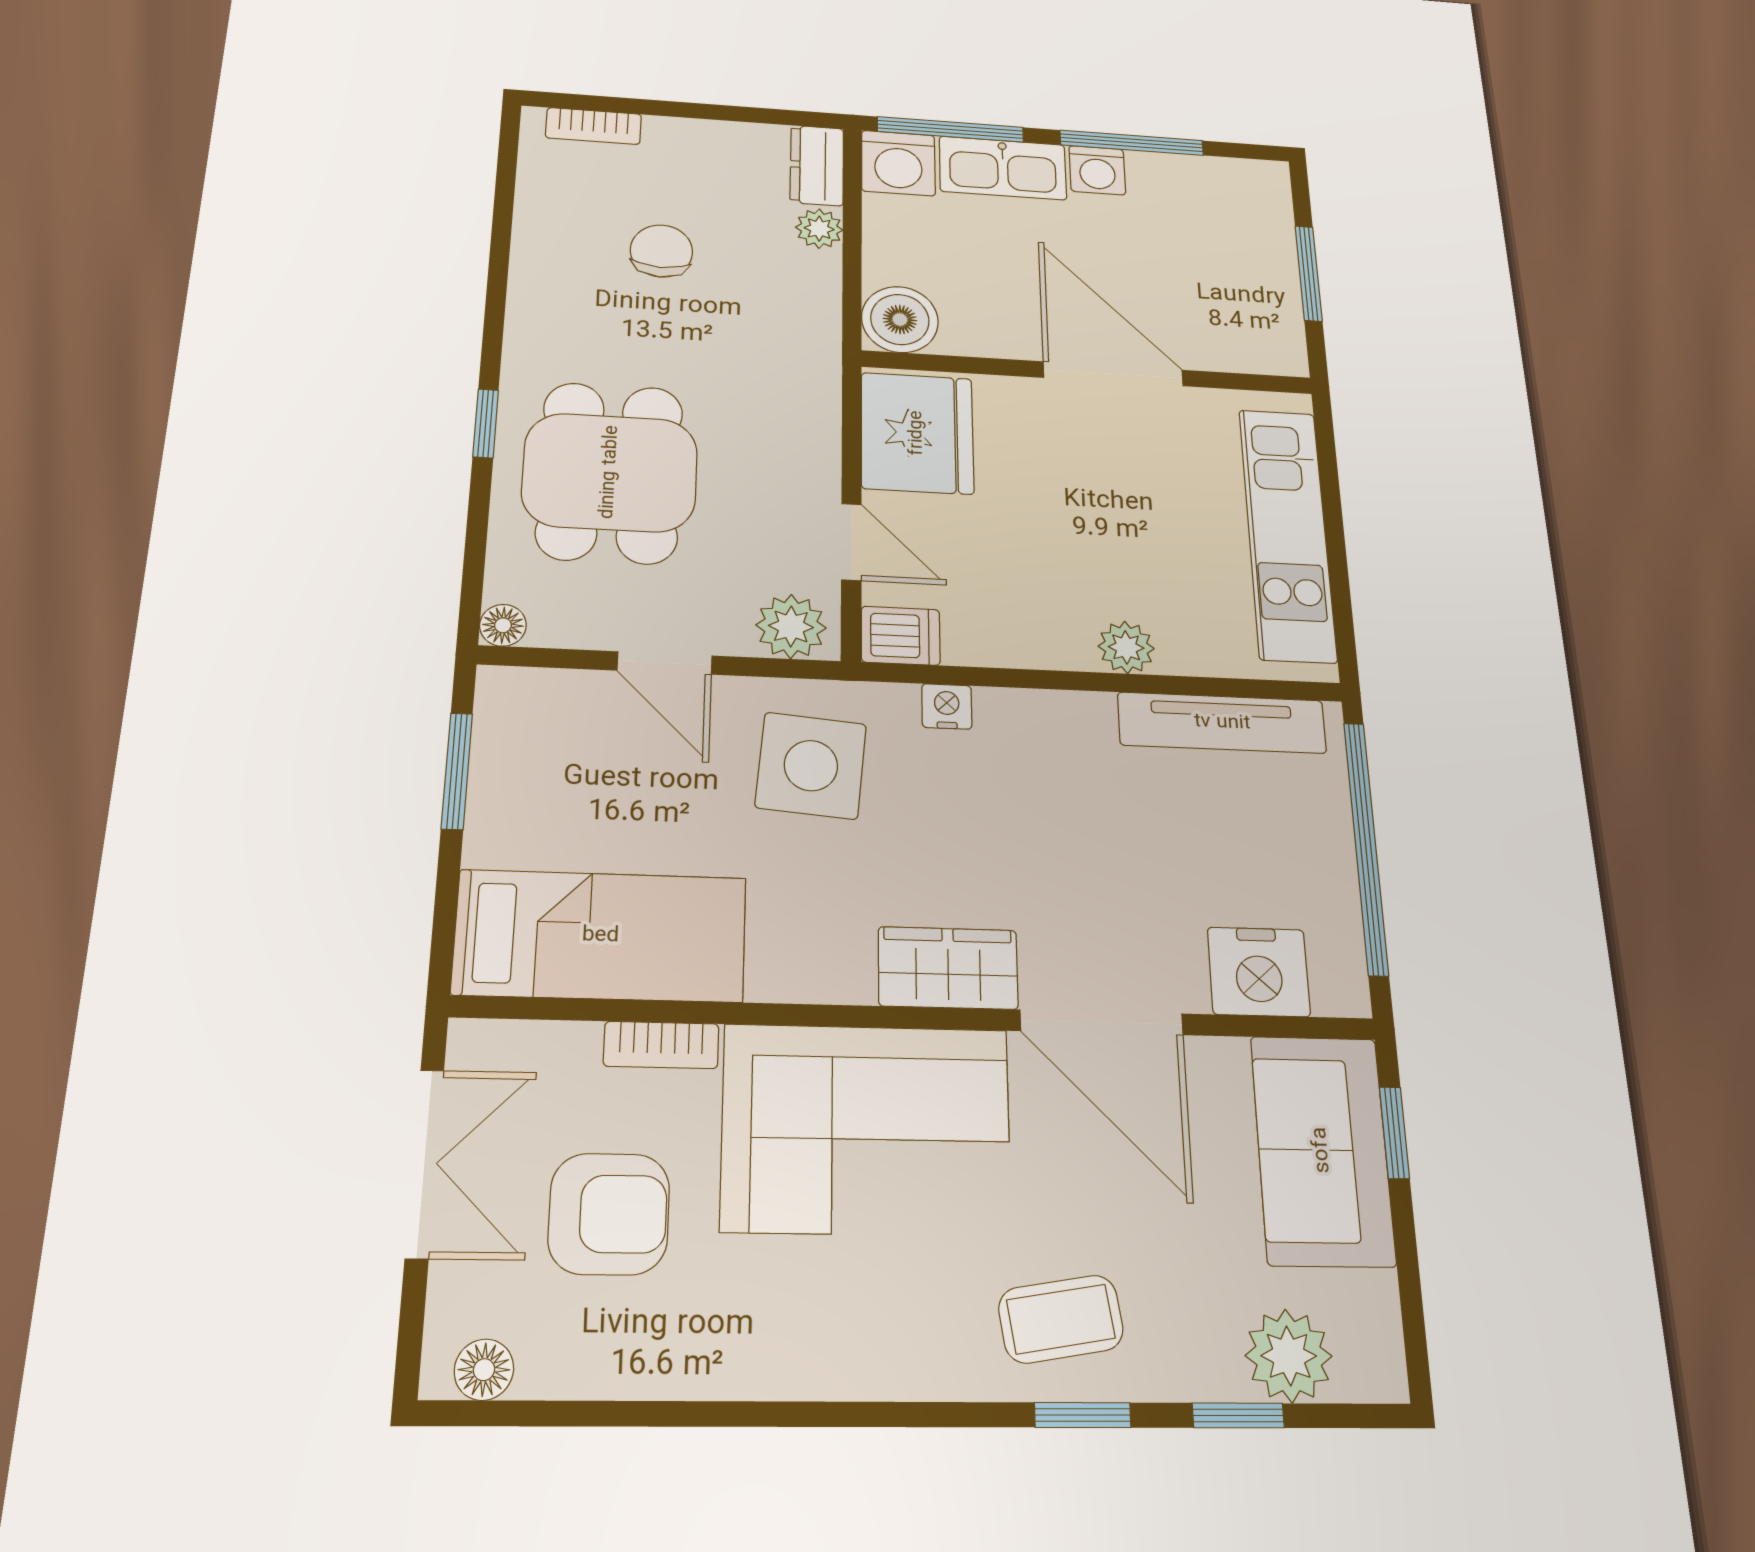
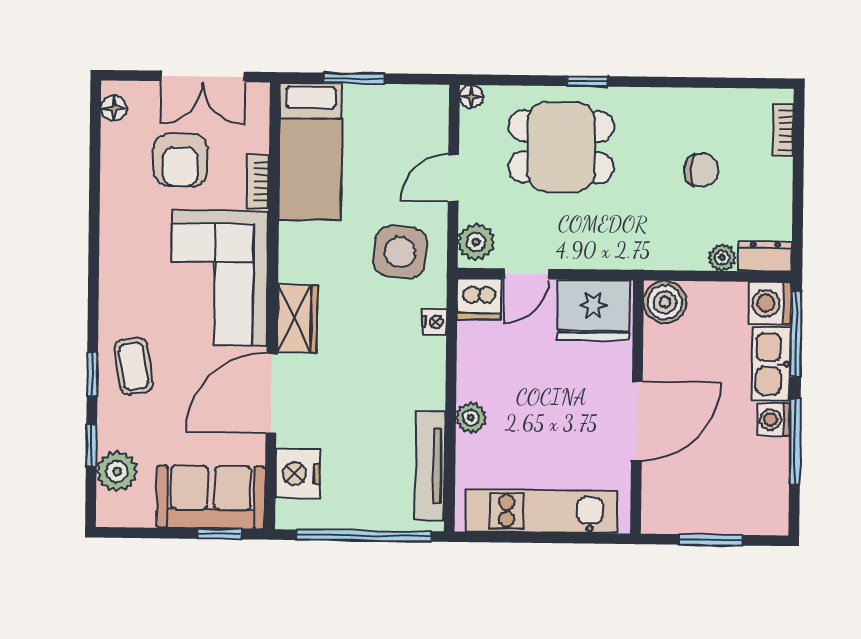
dishwasher: (901, 636) -> (479, 299), width x1.38
window: (457, 771) -> (354, 78), moved

